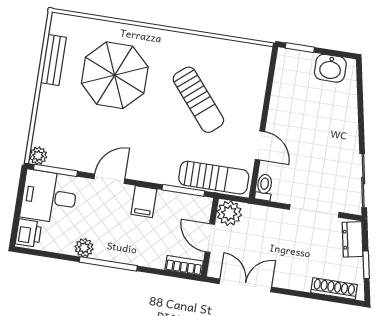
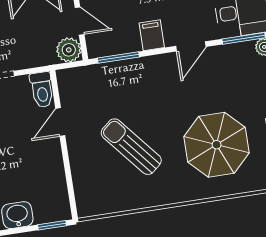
door: (260, 146) -> (60, 122), hinge flipped
sun lounger: (214, 178) -> (94, 79), removed
toilet: (264, 187) -> (42, 90), width x1.37, depth x1.39

